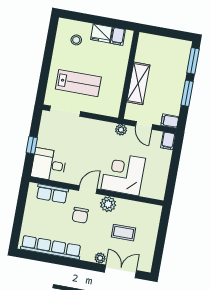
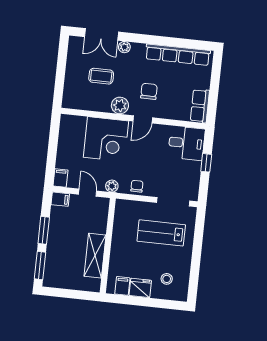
shelving: (138, 83) -> (95, 256), moved
chair: (98, 128) -> (137, 186), added
row of seats: (52, 194) -> (200, 106), moved, turned -90

